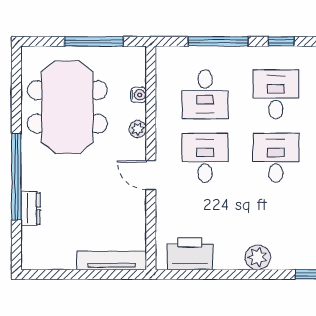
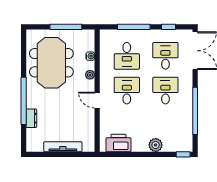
tv unit: (112, 260) -> (63, 147), moved

